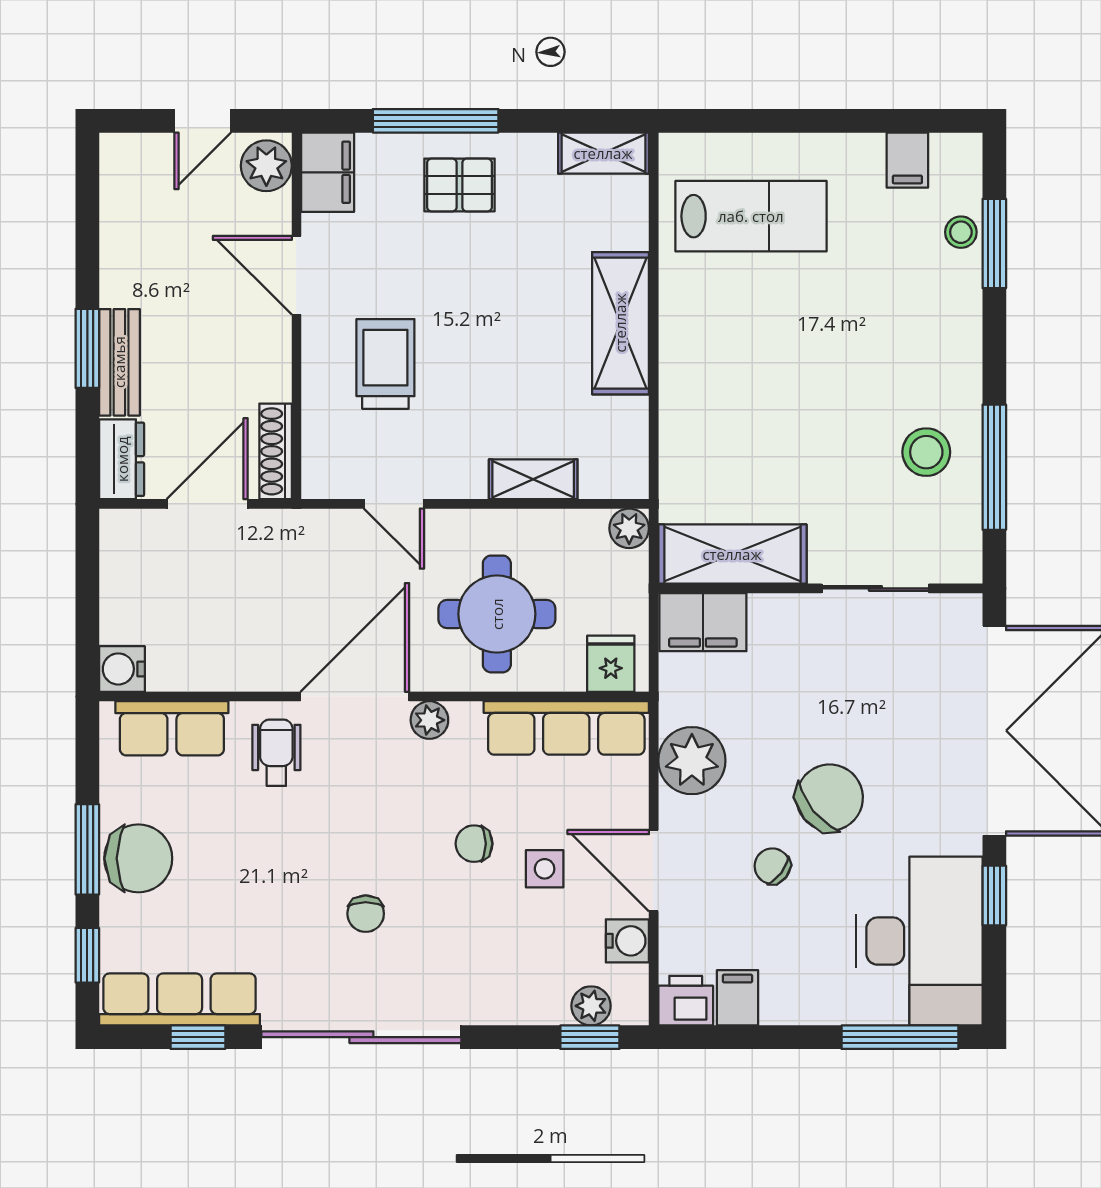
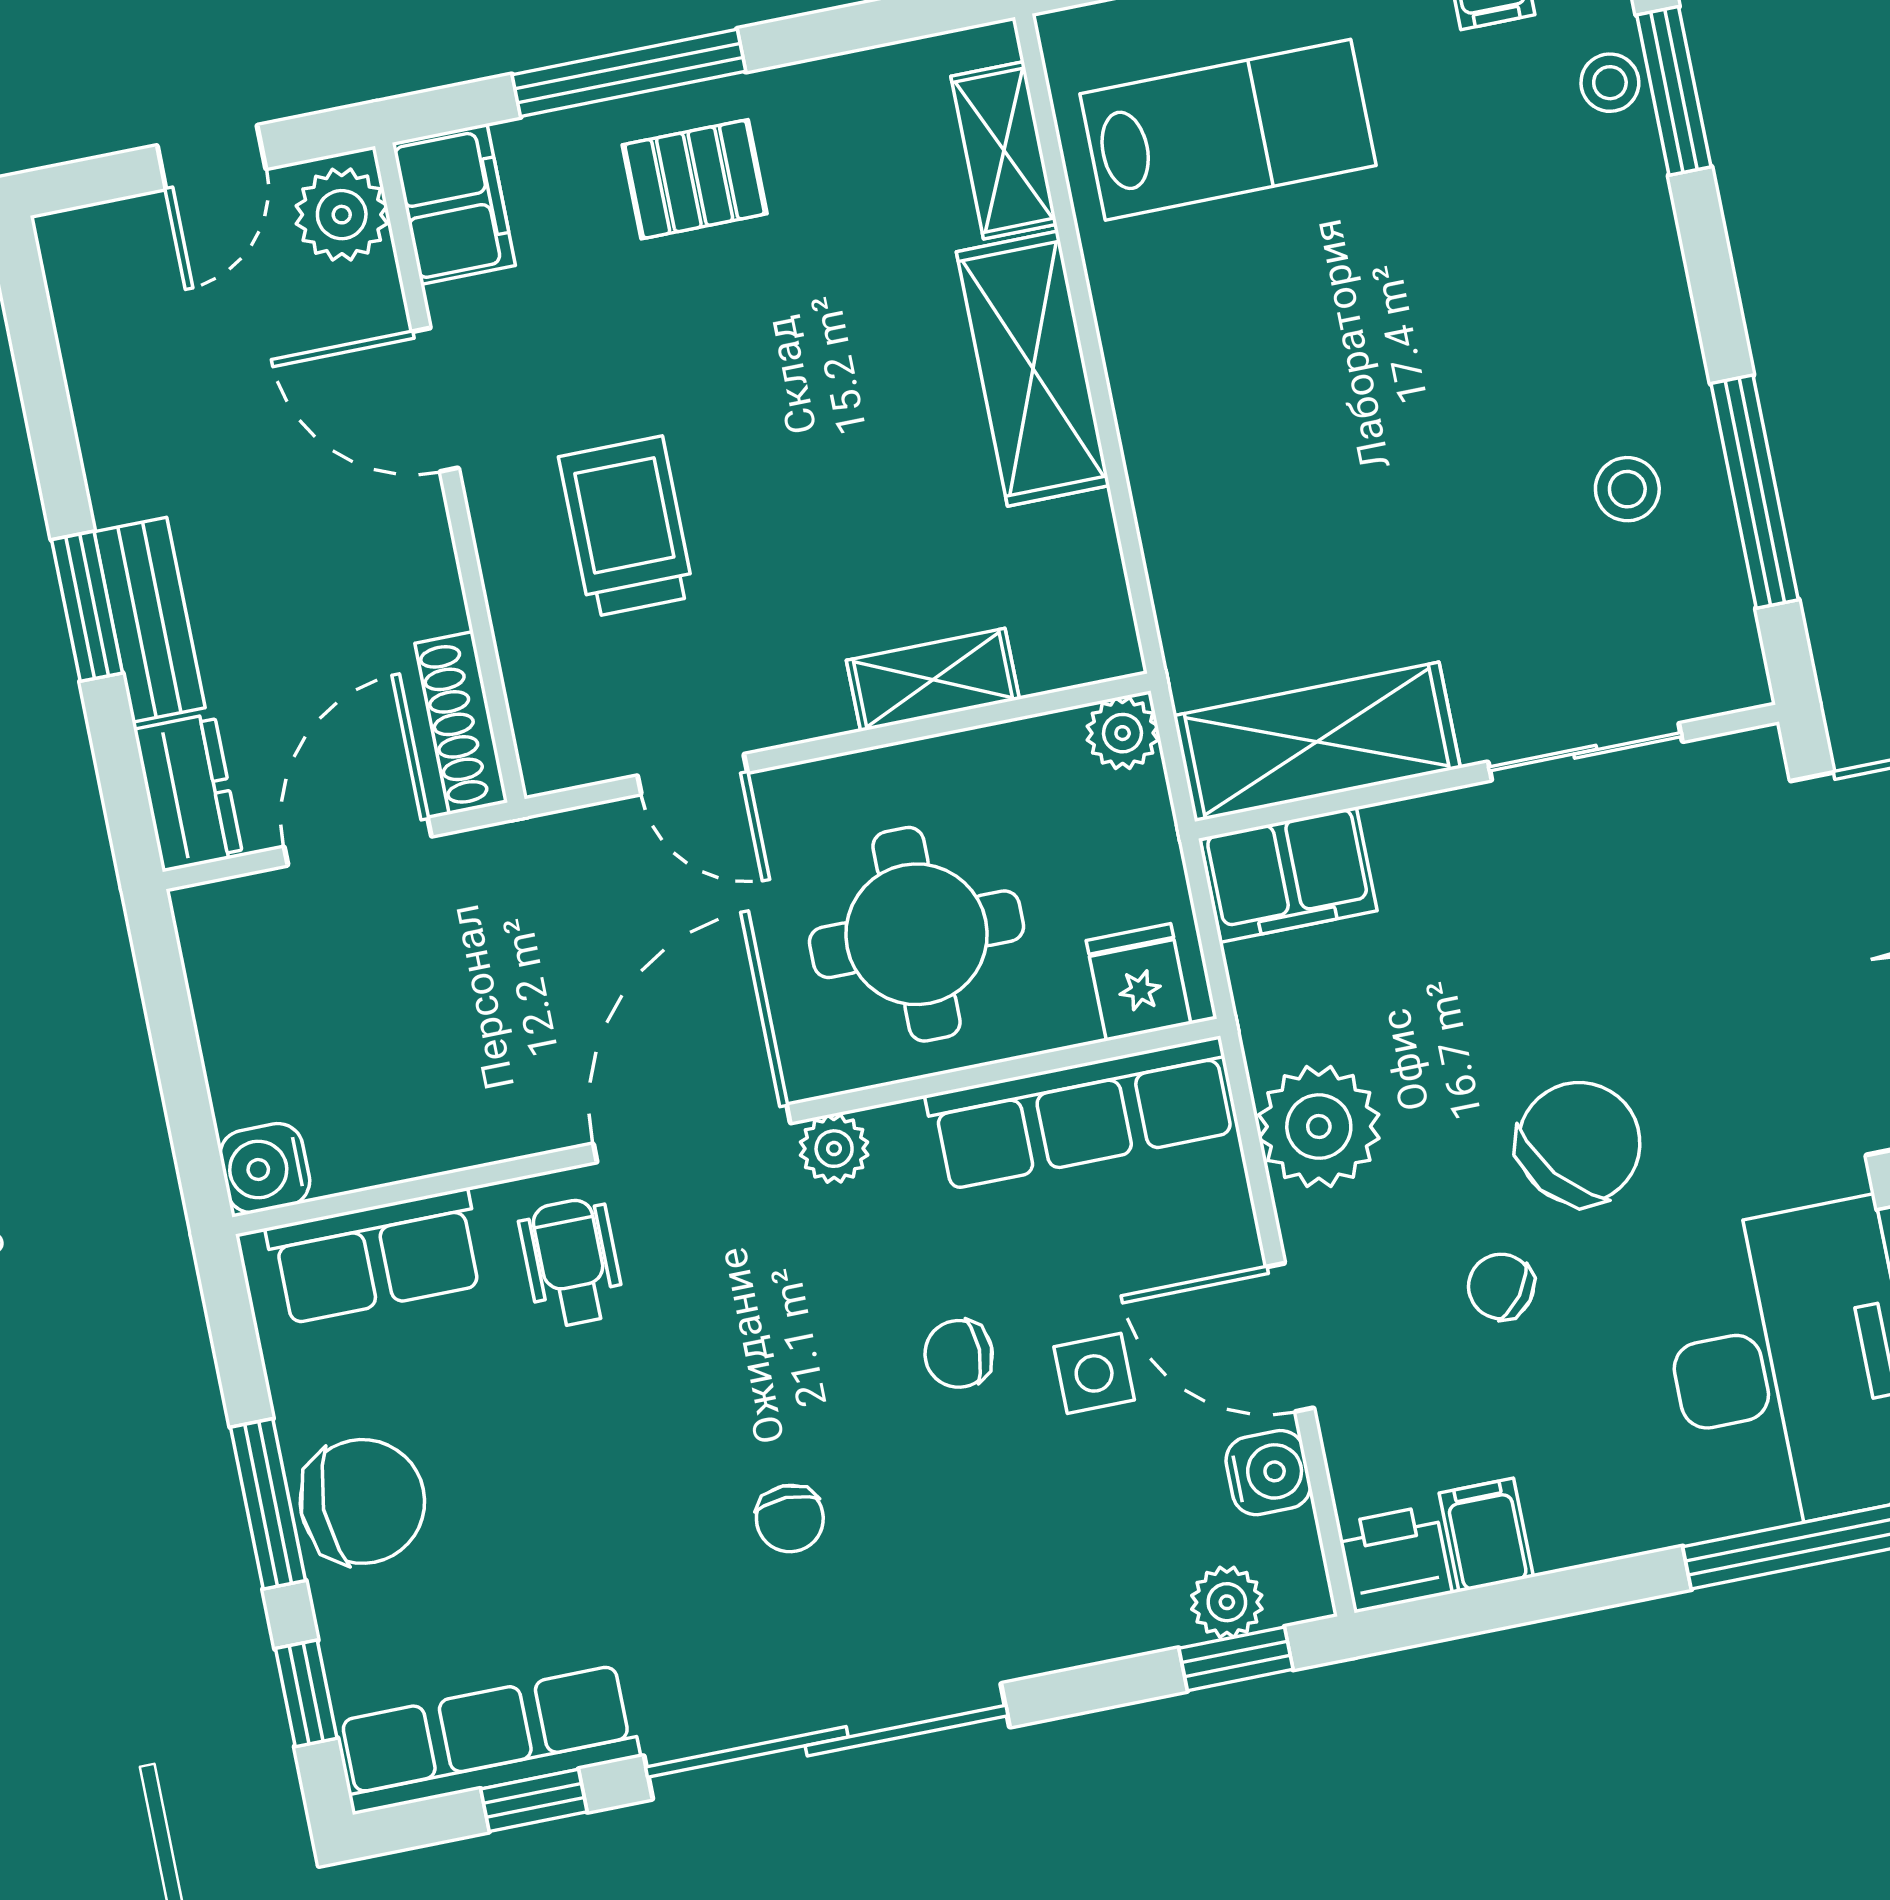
shelving: (603, 153) -> (1004, 150), moved, turned 90
stool: (926, 452) -> (1627, 489), width x0.73, depth x0.73

